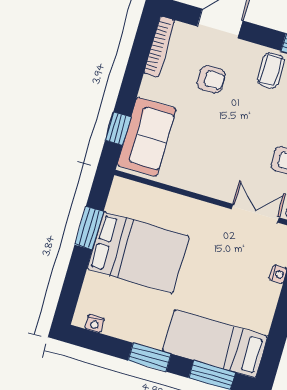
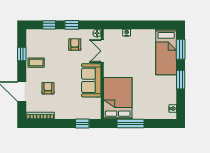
sofa: (147, 137) -> (91, 80), moved, turned -90
window: (89, 228) -> (131, 124), width x1.44
bed: (138, 252) -> (118, 98), moved

